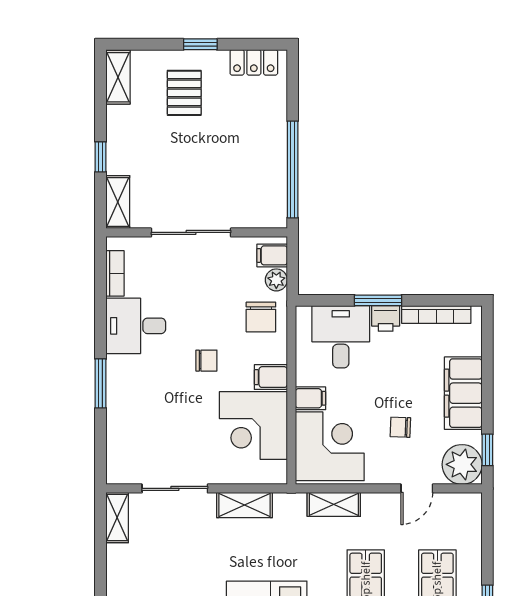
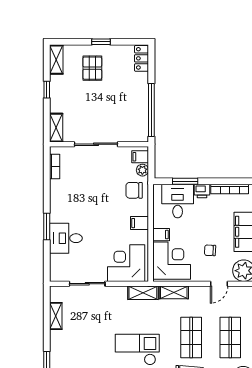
locker: (254, 62) -> (142, 58), moved, turned 90
window: (101, 157) -> (47, 90), moved
window: (378, 300) -> (185, 181), moved
chair: (261, 317) -> (134, 190), turned 90
desk: (136, 326) -> (66, 238), moved
chair: (206, 361) -> (104, 214), removed
corner desk: (253, 425) -> (126, 263), moved, turned 90
shelving: (245, 505) -> (143, 293), moved
shelving: (117, 518) -> (56, 316), moved

